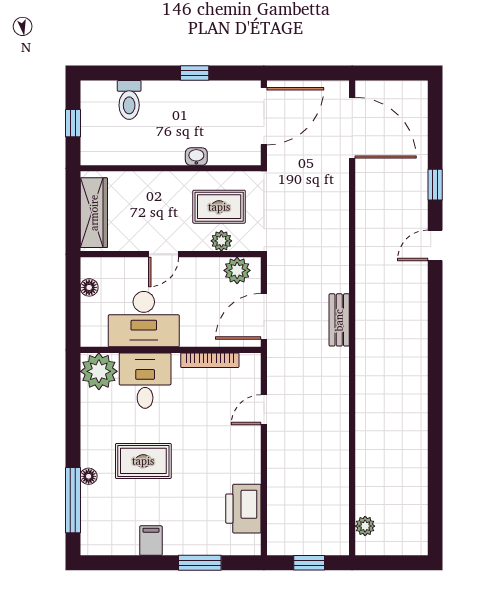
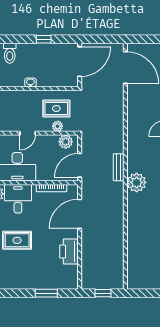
washbasin: (196, 157) -> (30, 83), moved
door: (264, 410) -> (80, 214), width x1.87
printer: (243, 509) -> (69, 251), moved
plant: (365, 526) -> (137, 182), moved, width x1.88, depth x1.88
filing cabinet: (151, 541) -> (21, 282), removed

